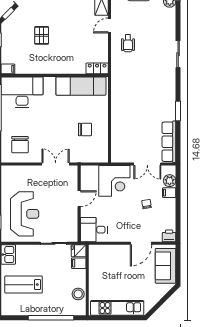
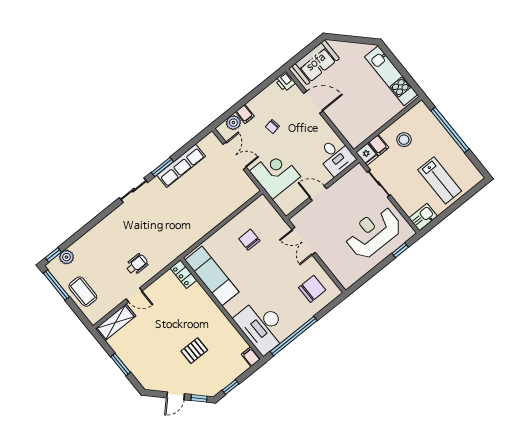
sliding door: (178, 54) -> (134, 190), moved
row of seats: (169, 142) -> (181, 166), moved
stool: (78, 294) -> (404, 140), moved

